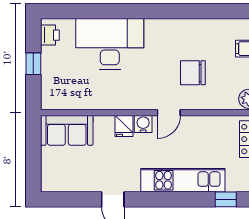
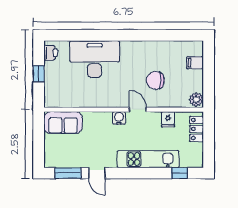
door: (169, 113) -> (138, 110), swing flipped
fridge: (124, 126) -> (168, 119), moved
window: (73, 199) -> (68, 173), added

